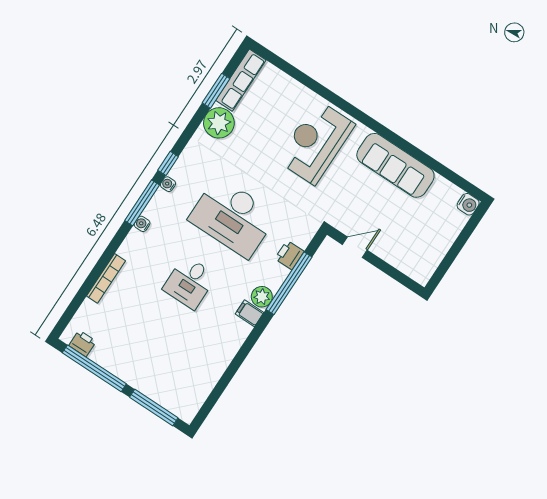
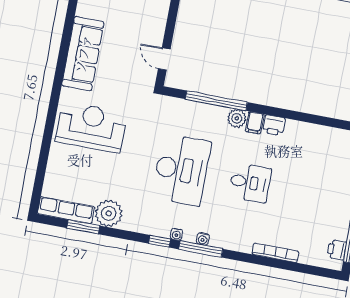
reception desk: (316, 142) -> (91, 127), turned 180
water cooler: (142, 224) -> (203, 239), moved
printer: (289, 255) -> (274, 125), moved

